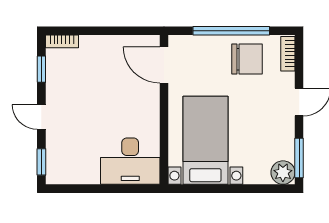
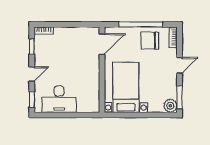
chair: (247, 59) -> (150, 41), turned 180
door: (164, 65) -> (102, 44), swing flipped
door: (41, 117) -> (32, 74), swing flipped
desk: (130, 161) -> (59, 99), moved

